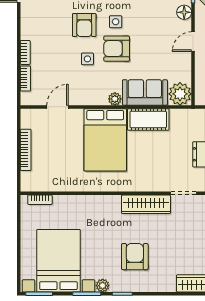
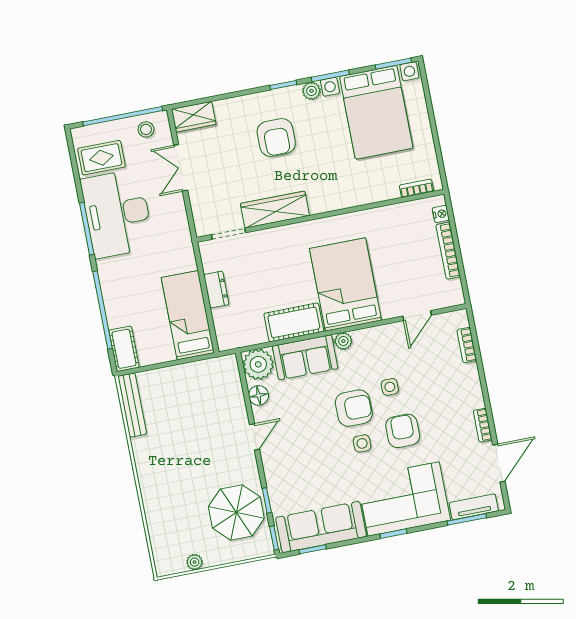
floor lamp: (184, 12) -> (259, 395), moved
bookcase: (25, 52) -> (483, 425), moved
nightstand: (26, 178) -> (441, 214), added

